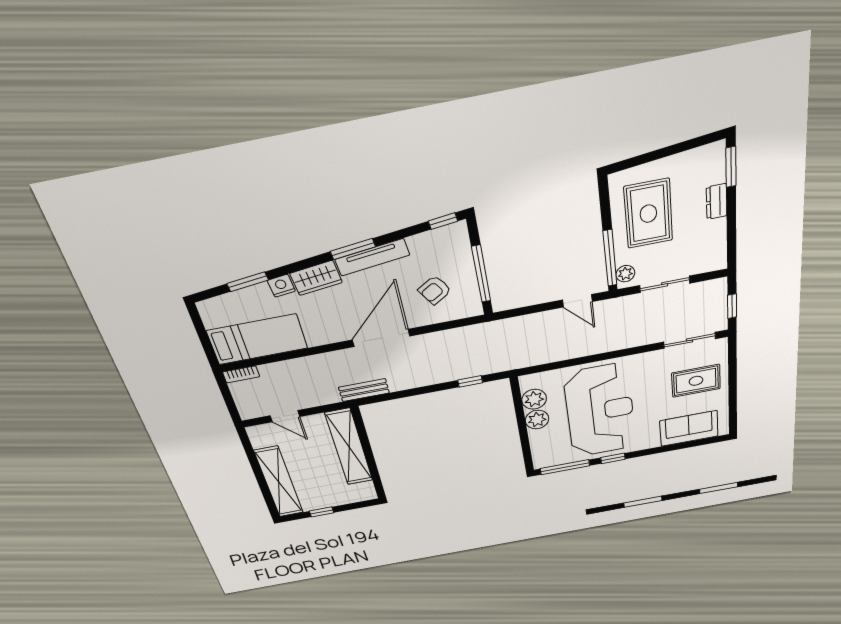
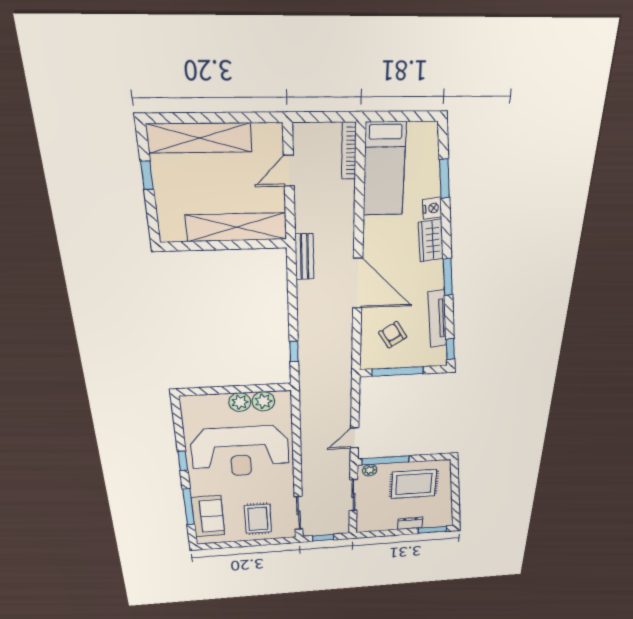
tv unit: (372, 257) -> (437, 319), moved
bookcase: (241, 374) -> (349, 151), width x1.56
window: (565, 467) -> (189, 507), moved

